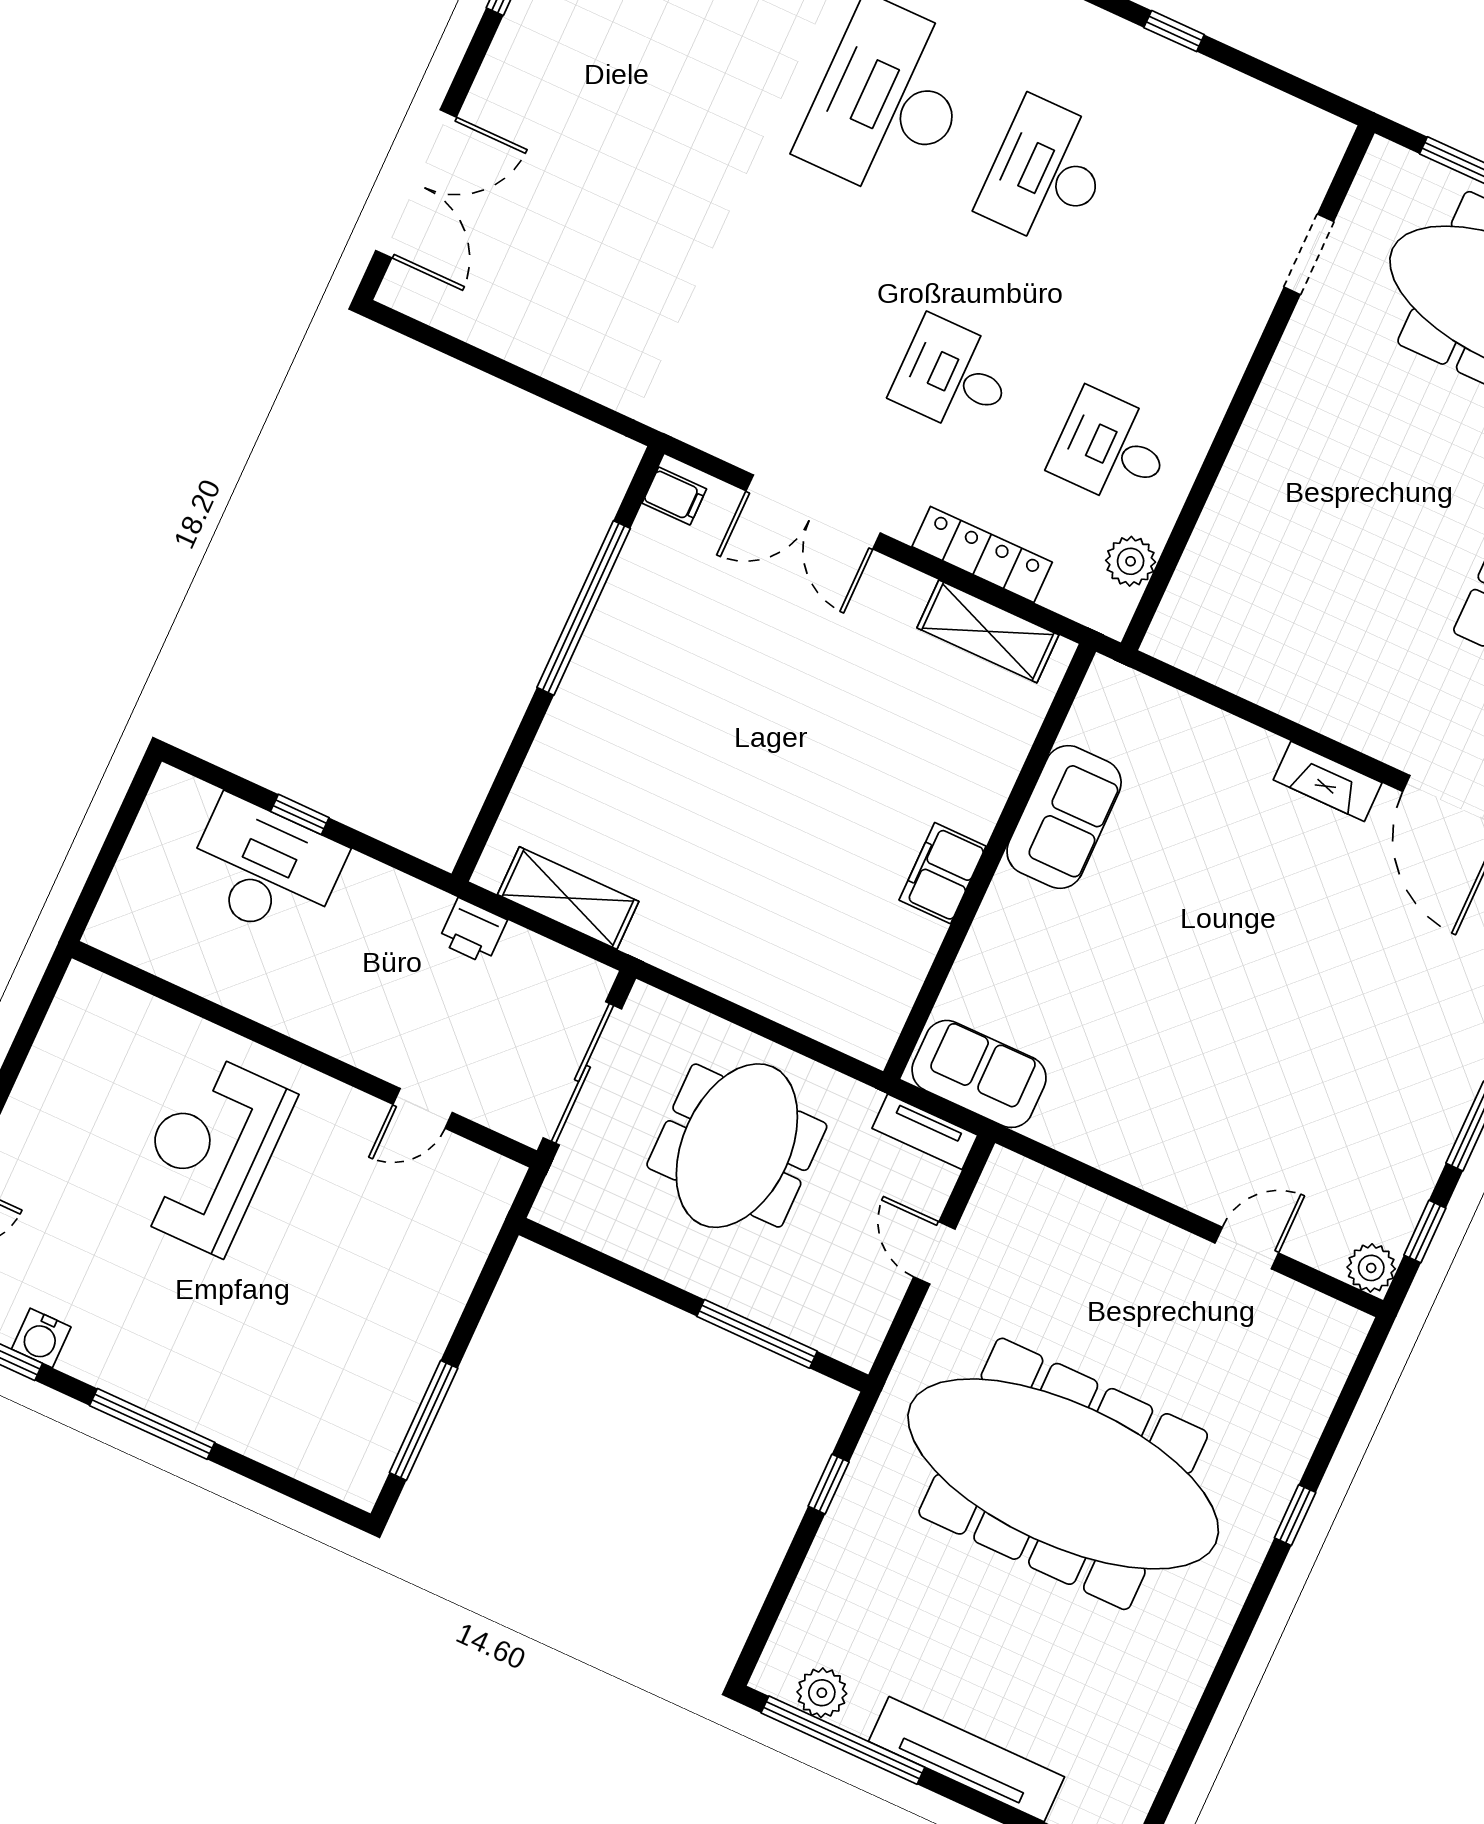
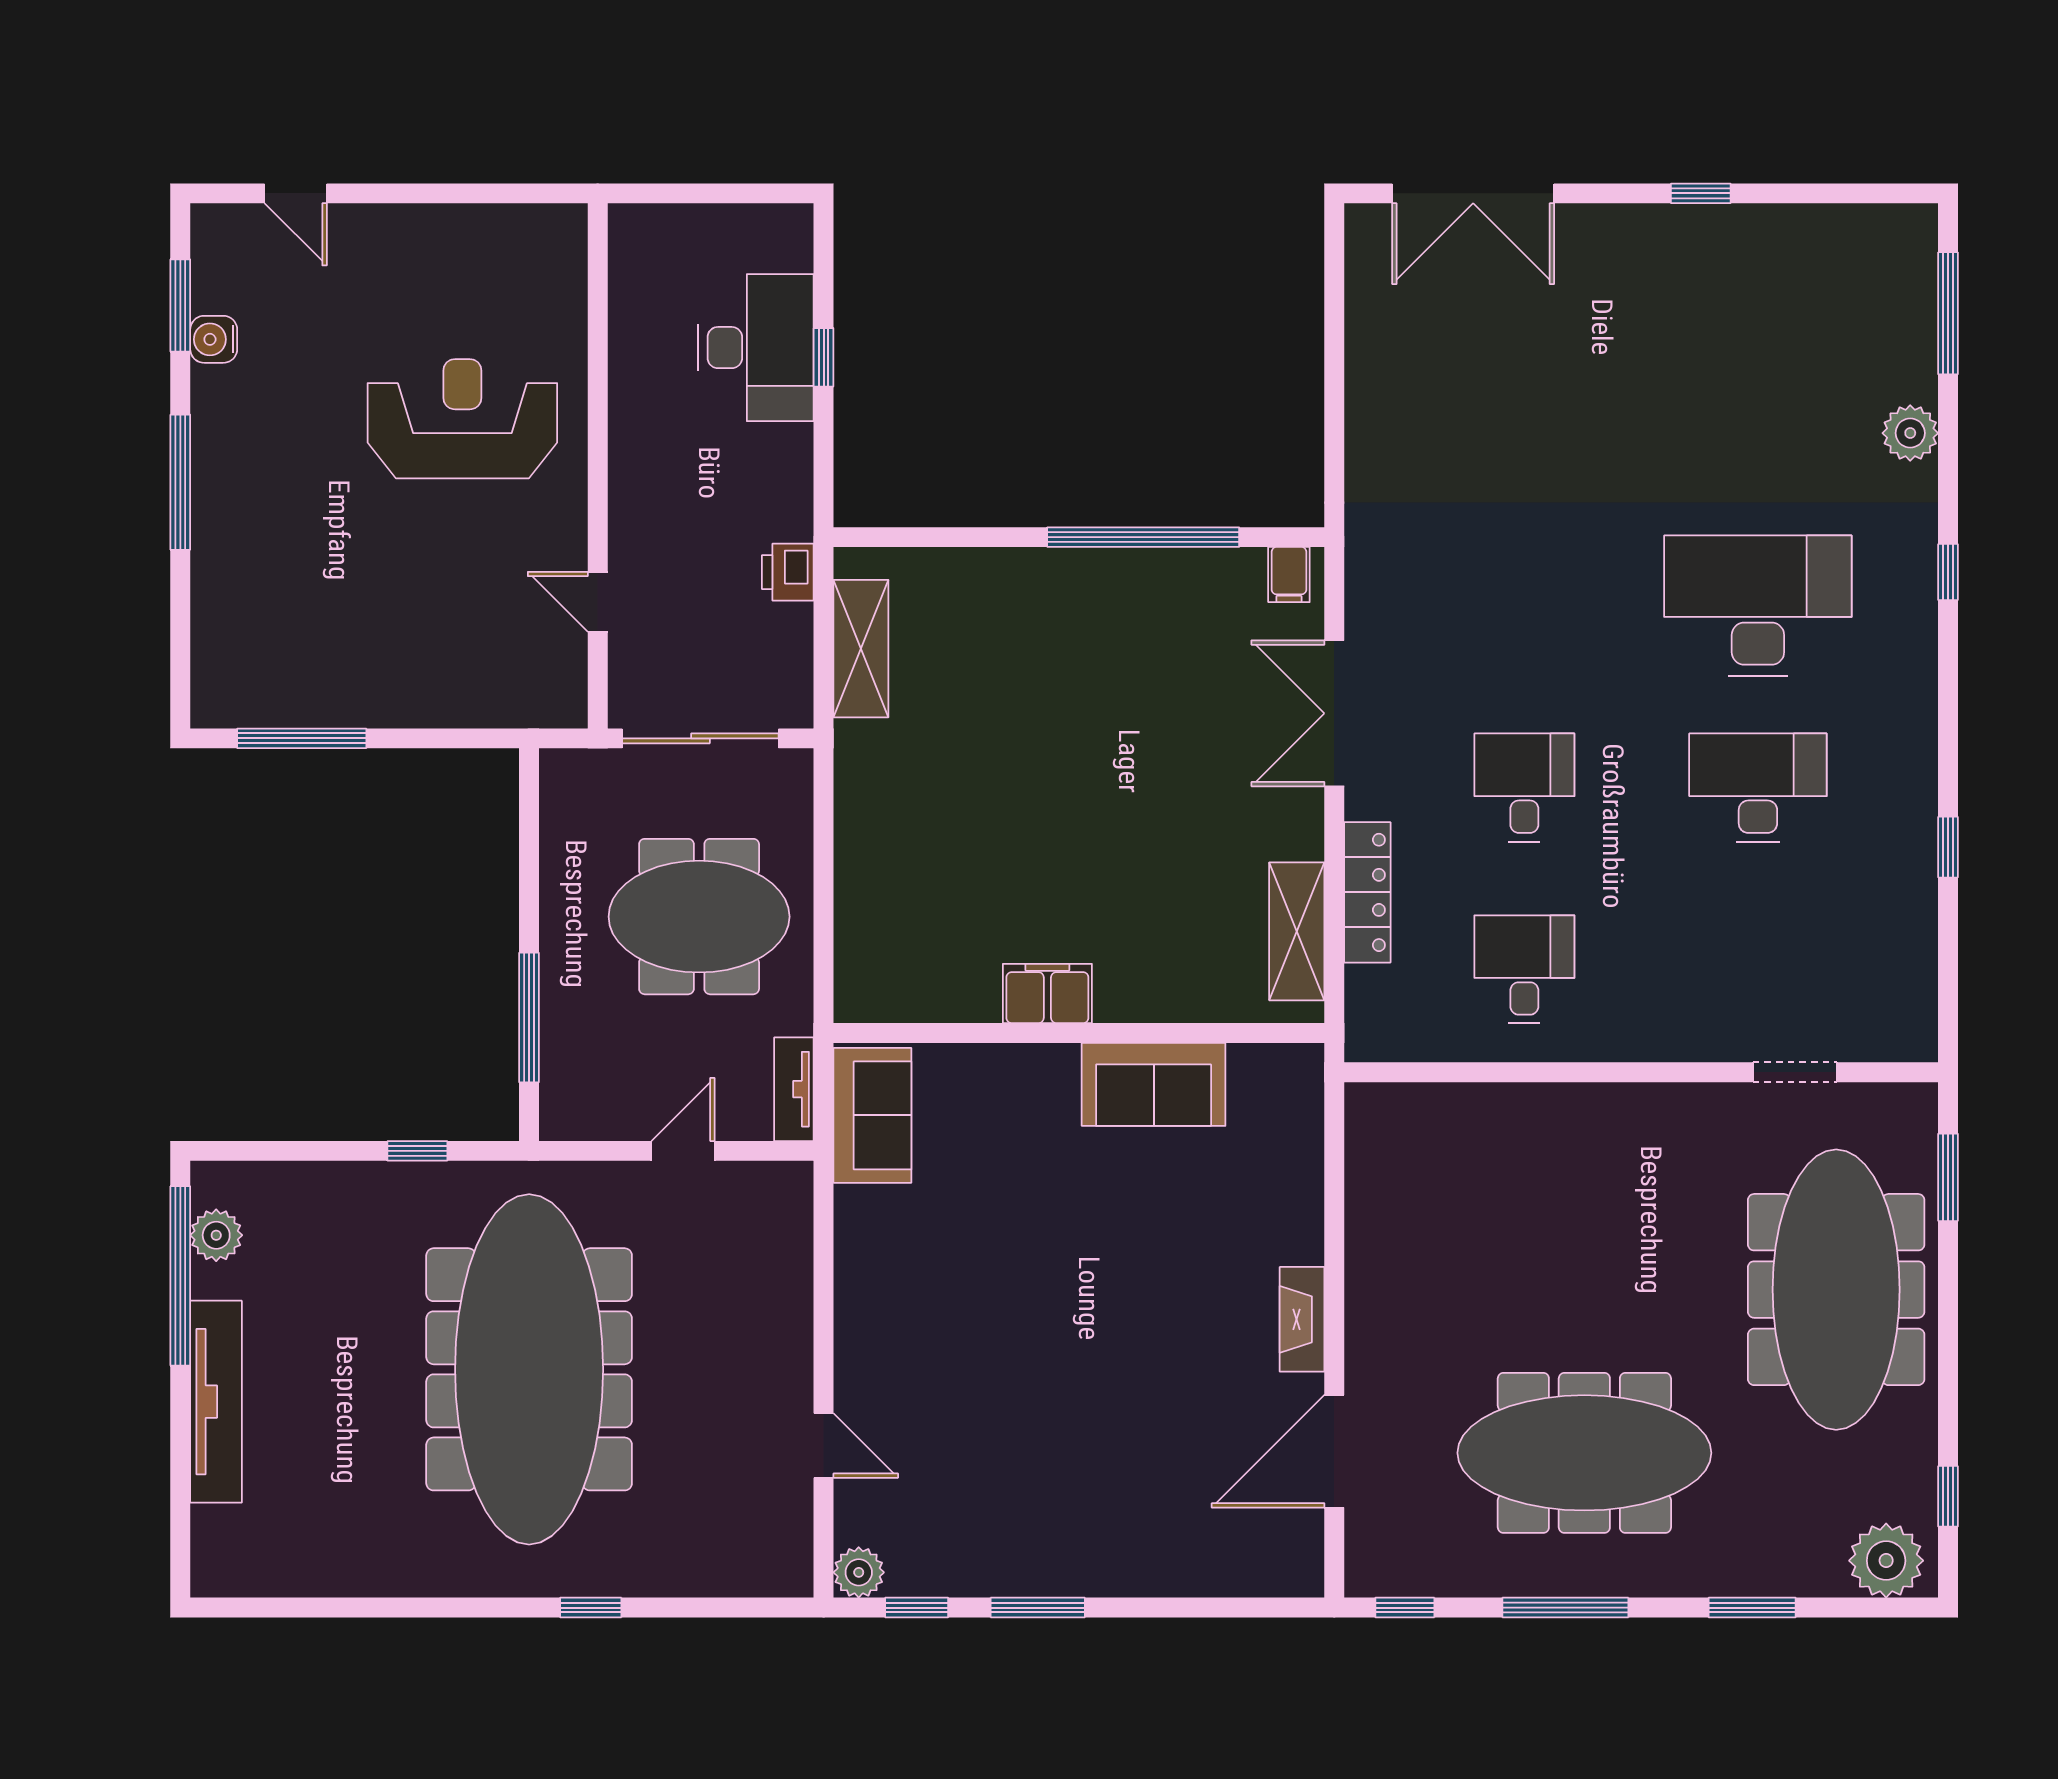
plant: (1131, 561) -> (1425, 1036), removed

